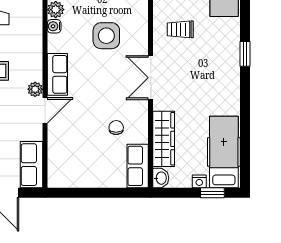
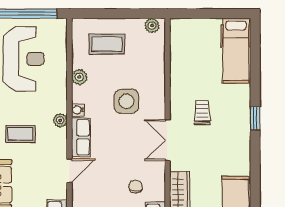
water cooler: (54, 26) -> (78, 110), moved
trolley: (180, 29) -> (202, 113), moved, turned 90
plant: (35, 89) -> (60, 120), moved

